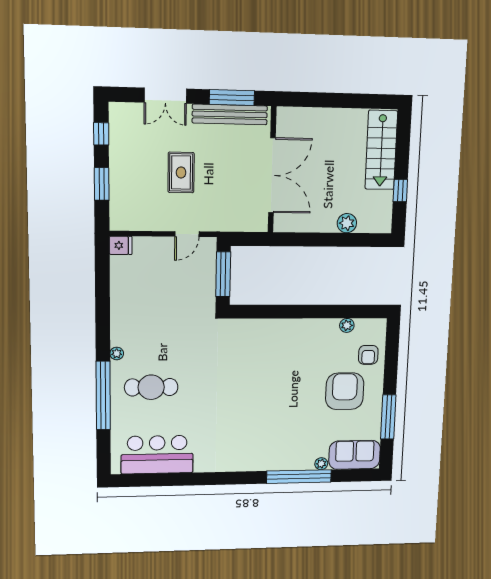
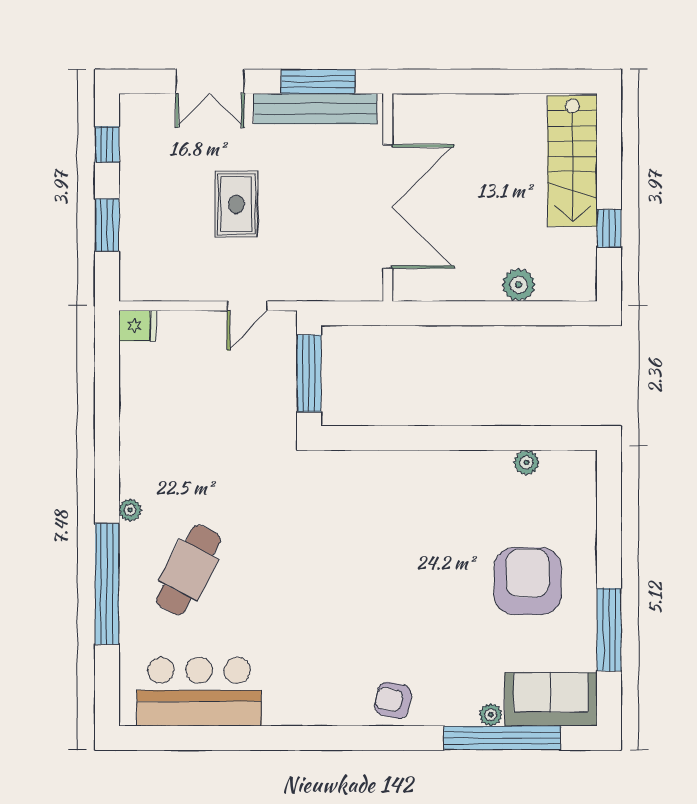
armchair: (368, 355) -> (393, 700), moved, turned 102
cafe table: (151, 387) -> (188, 570), turned -63
window: (299, 477) -> (502, 738), moved

